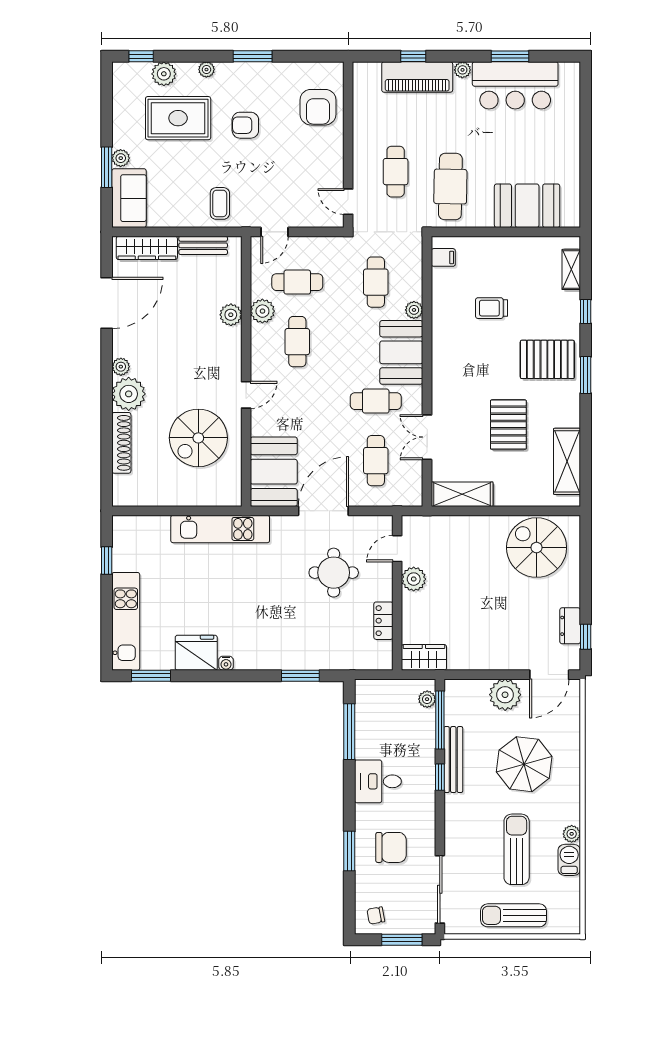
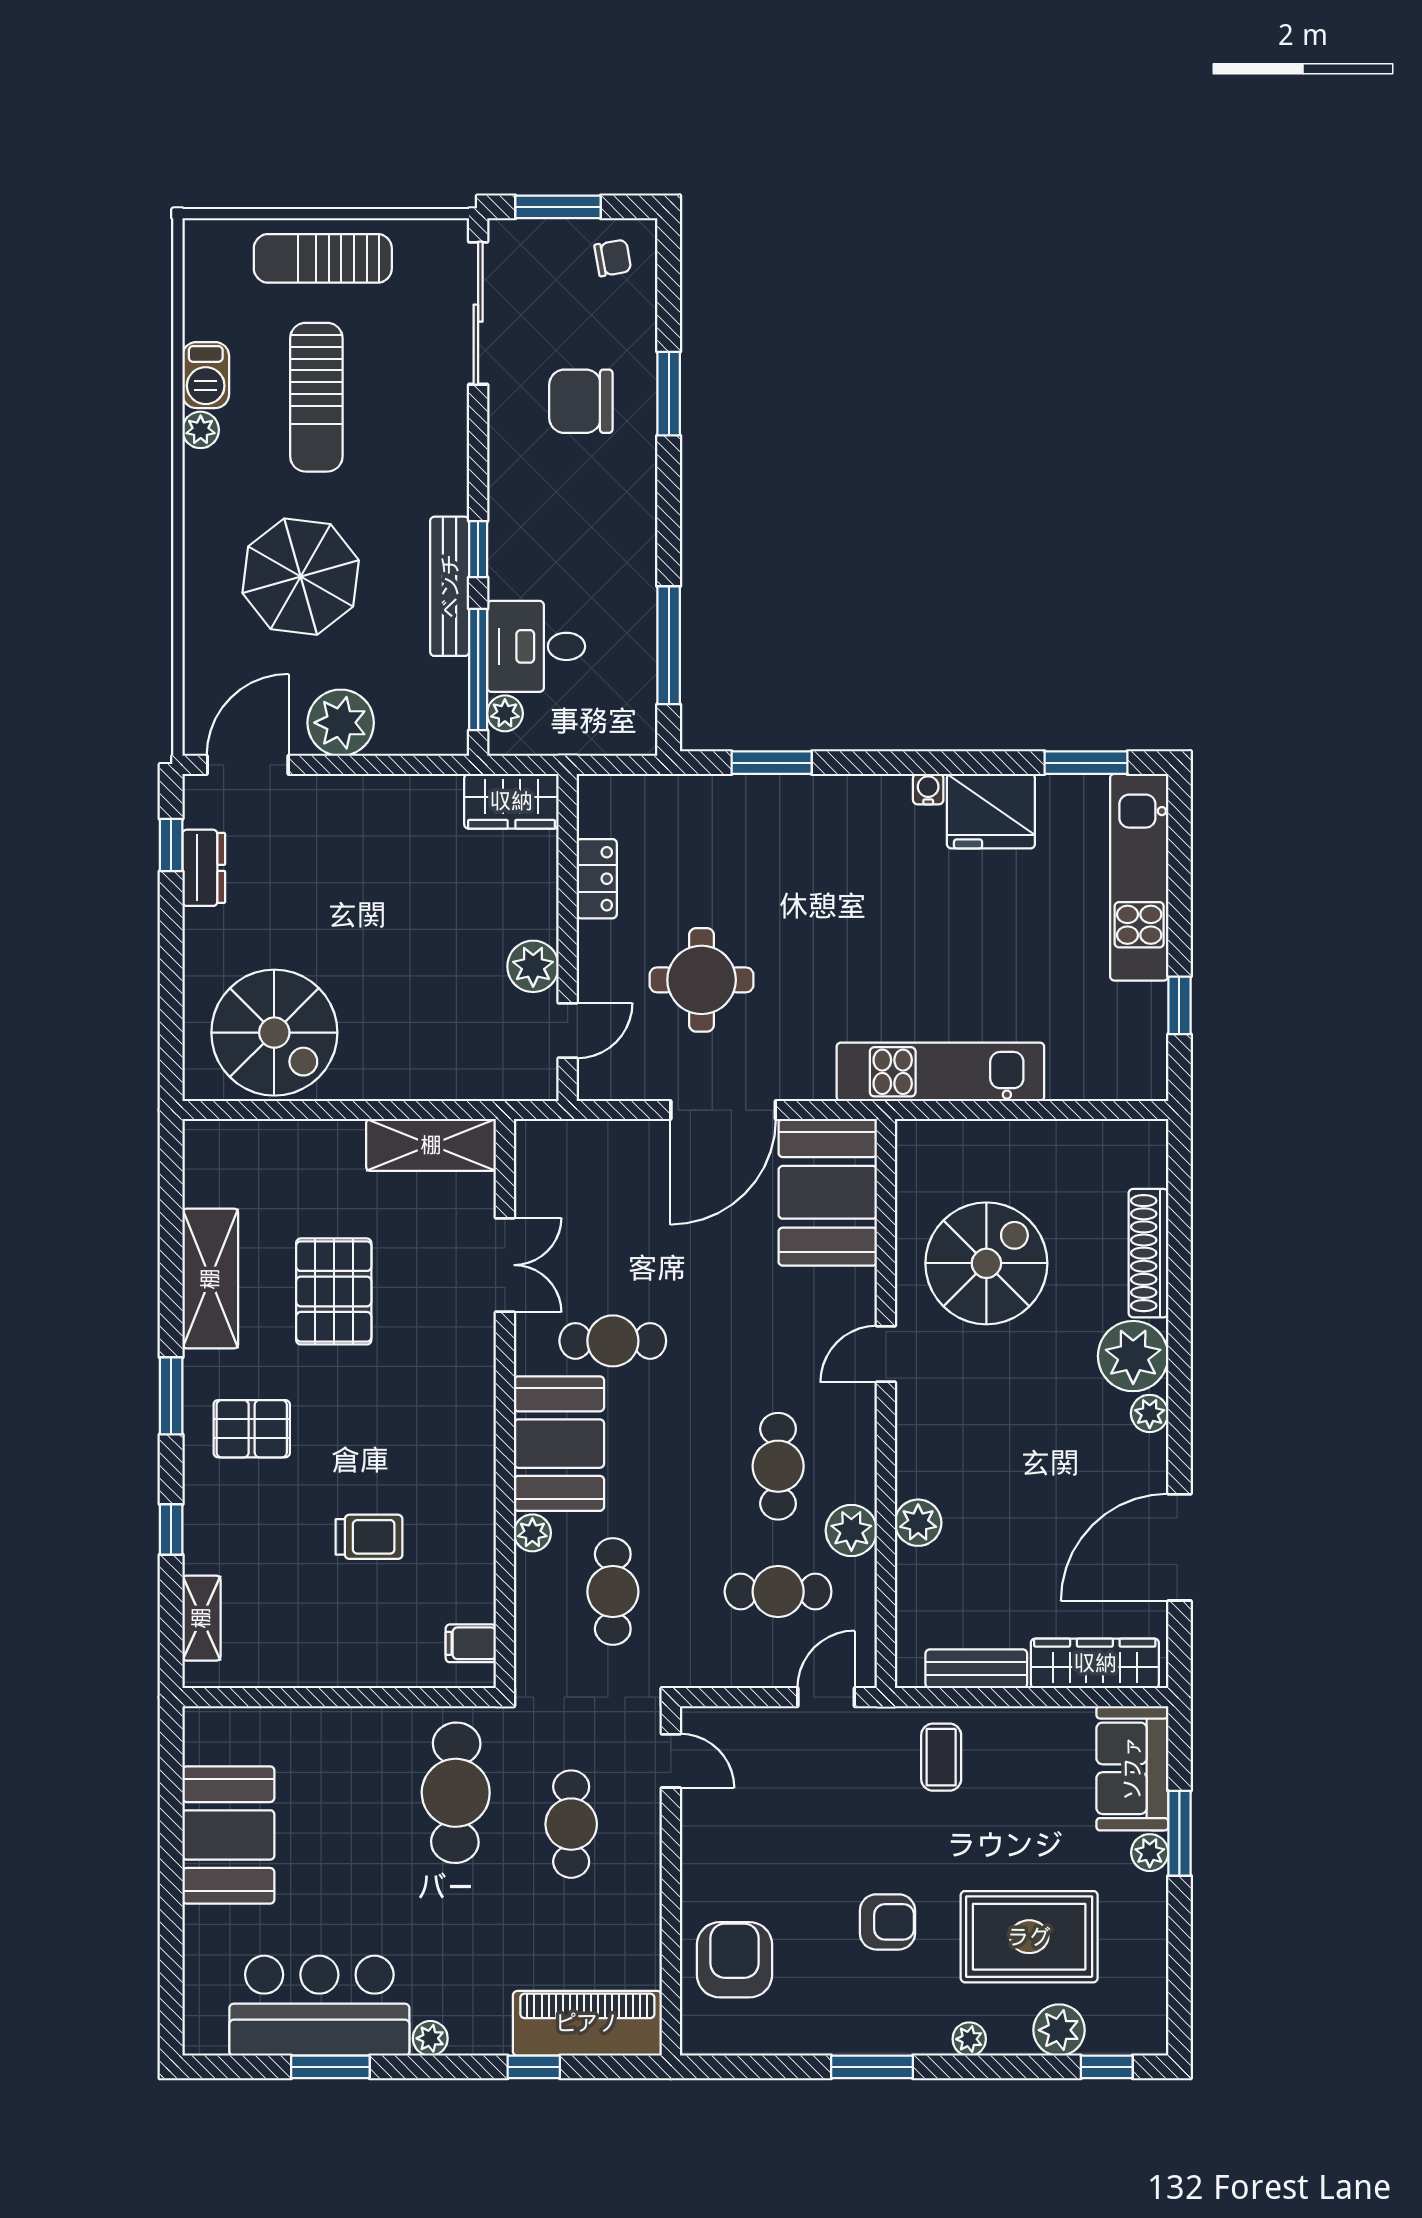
piano: (417, 77) -> (587, 2023), moved
booth: (527, 206) -> (228, 1835), moved, turned 90
pallet: (547, 359) -> (252, 1429), width x0.67, depth x0.71
cafe table: (376, 461) -> (613, 1216), removed
shelving: (567, 461) -> (210, 1279), moved
desk: (378, 781) -> (536, 646), moved, turned 180
sun lounger: (514, 915) -> (323, 258), turned 180

